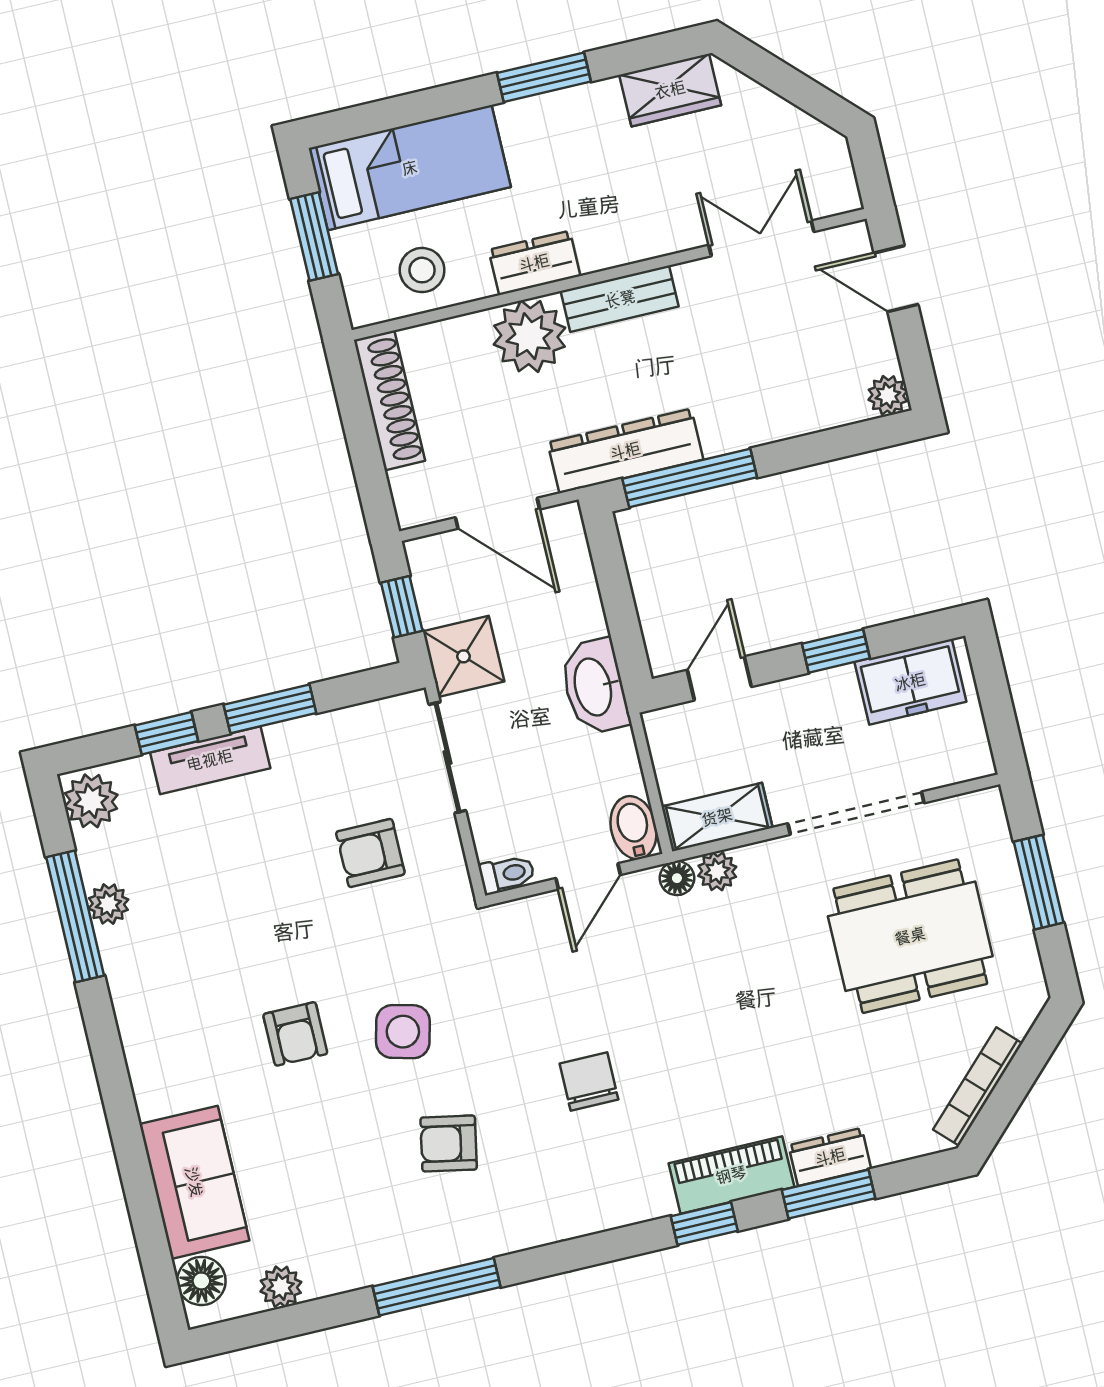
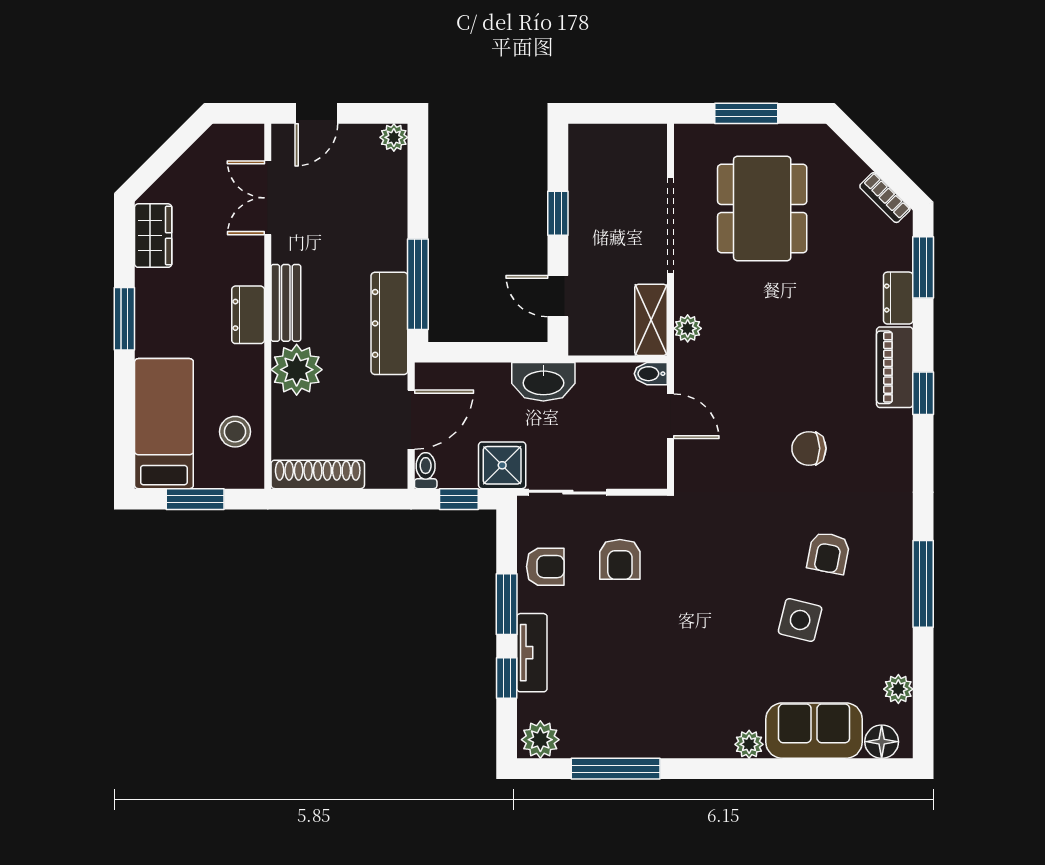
dresser: (534, 263) -> (248, 315), moved
freezer: (910, 682) -> (591, 168), removed
bidet: (634, 828) -> (651, 374), width x0.72, depth x0.74
toilet: (507, 874) -> (426, 471), moved
floor lamp: (677, 878) -> (686, 357), removed
plant: (108, 904) -> (749, 744), moved
side table: (403, 1032) -> (800, 620), moved
armchair: (295, 1034) -> (545, 567), moved
bookcase: (978, 1086) -> (885, 198), width x0.64
window: (828, 1194) -> (923, 267), moved

